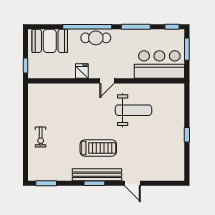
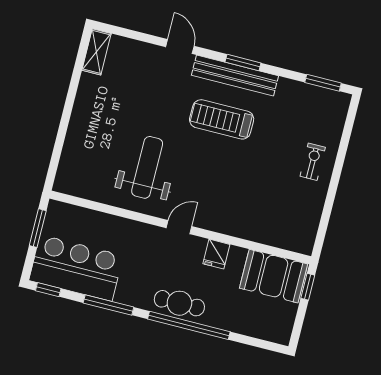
booth: (50, 41) -> (274, 276), moved
window: (187, 49) -> (38, 228), moved
bar counter: (159, 65) -> (76, 268), moved, turned 180
weight bench: (134, 110) -> (147, 167), turned 90
window: (187, 135) -> (69, 104), removed
shelving: (179, 168) -> (96, 52), added

